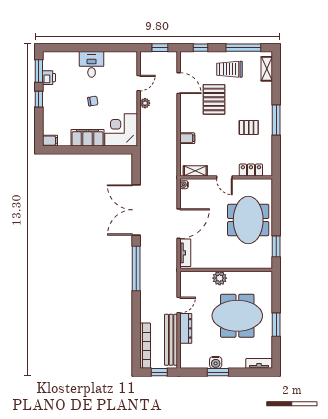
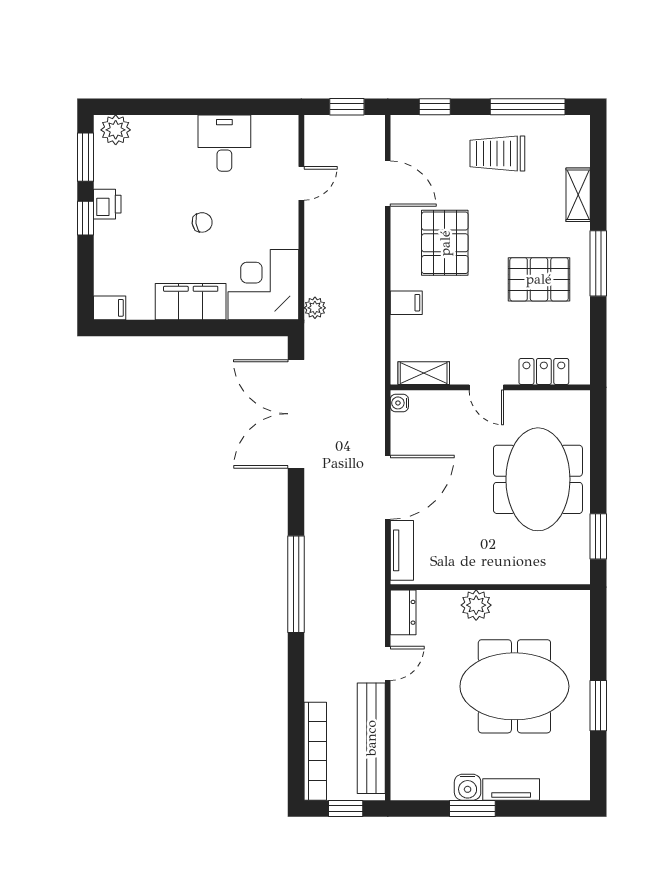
plant: (53, 58) -> (116, 130), added
desk: (92, 64) -> (224, 143), moved
shelving: (267, 69) -> (578, 195), moved
printer: (49, 78) -> (107, 204), moved
pallet: (214, 99) -> (445, 243), moved
plant: (145, 103) -> (315, 308), moved
pallet: (249, 127) -> (539, 279), width x1.50, depth x1.42
double door: (136, 210) -> (296, 414), moved
dresser: (186, 328) -> (403, 612), moved, width x0.70
tv unit: (259, 363) -> (511, 790), moved

